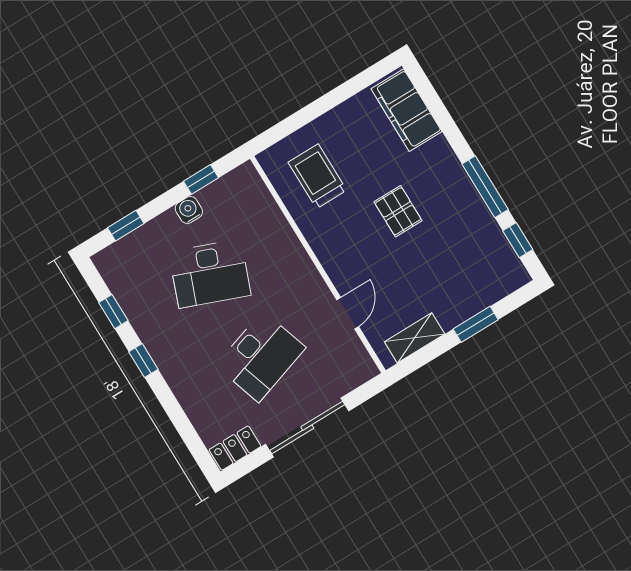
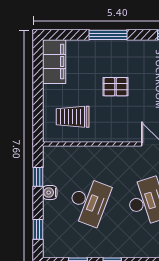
filing cabinet: (407, 110) -> (54, 62), moved, turned -90
window: (485, 187) -> (108, 35), moved

